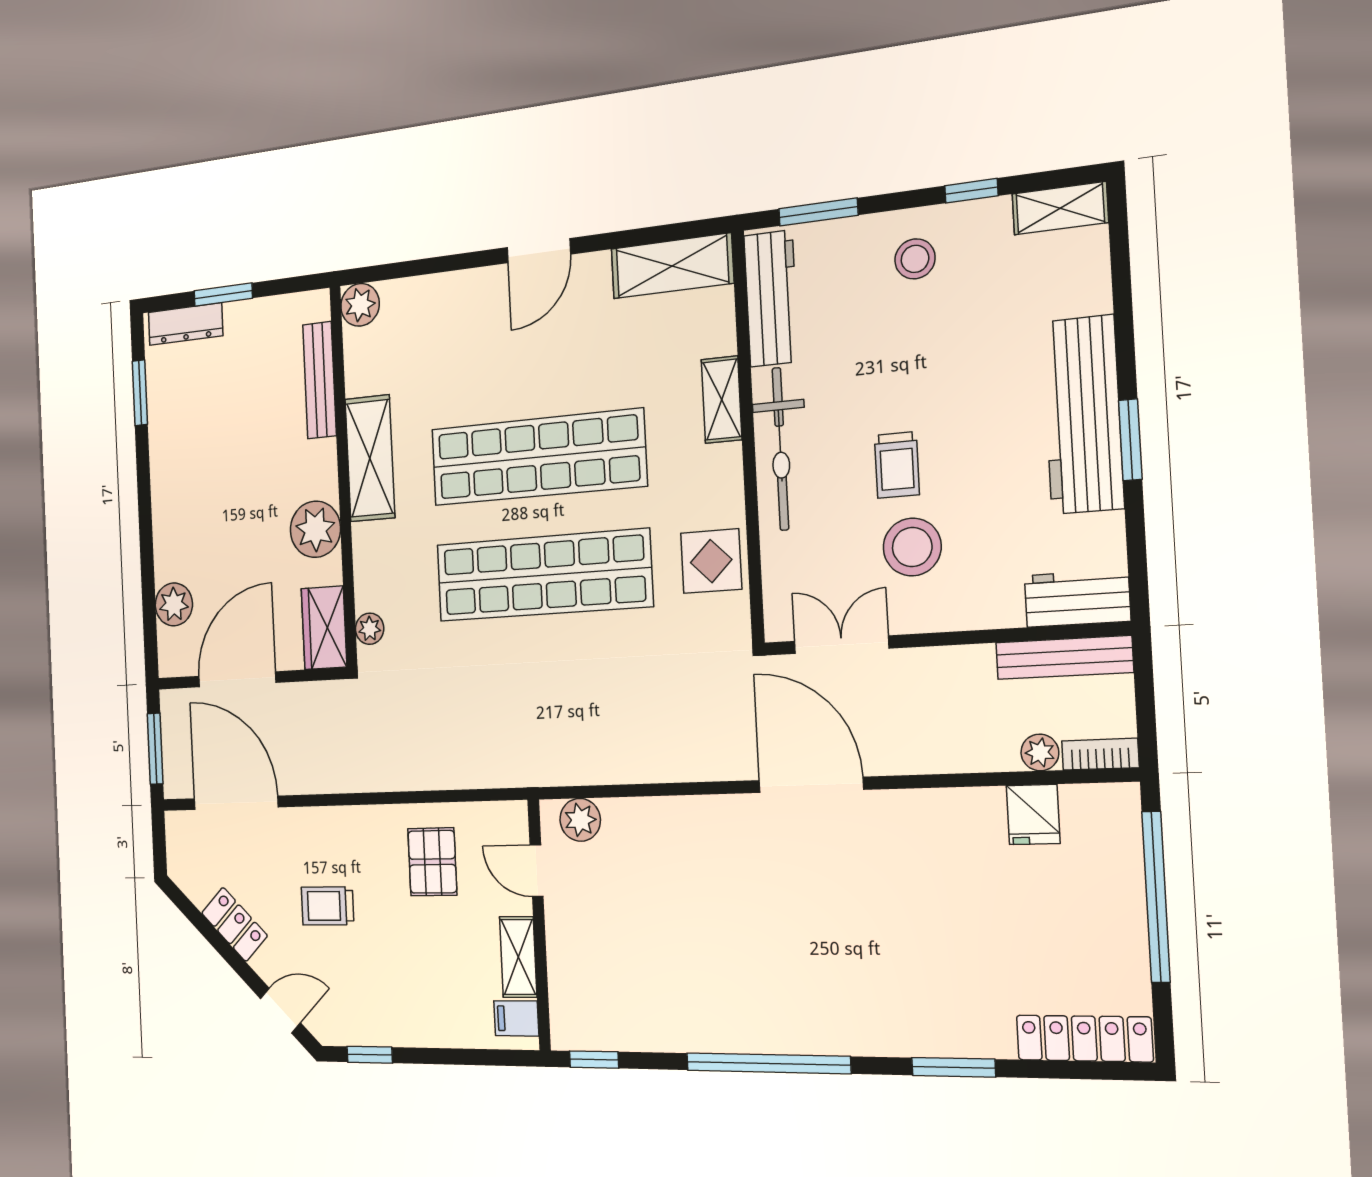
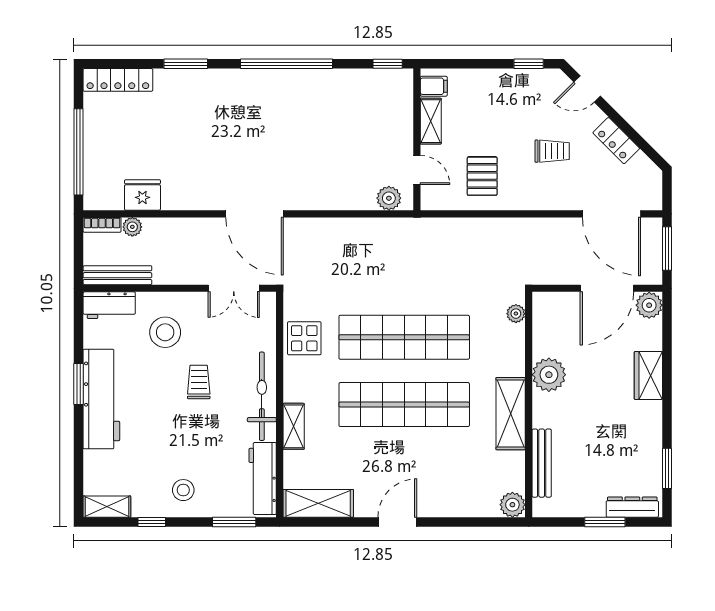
stool: (912, 547) -> (165, 332), moved
plant: (174, 604) -> (649, 305), moved
wardrobe: (324, 628) -> (648, 375), moved, turned 180
fridge: (1033, 814) -> (142, 195), width x1.38

